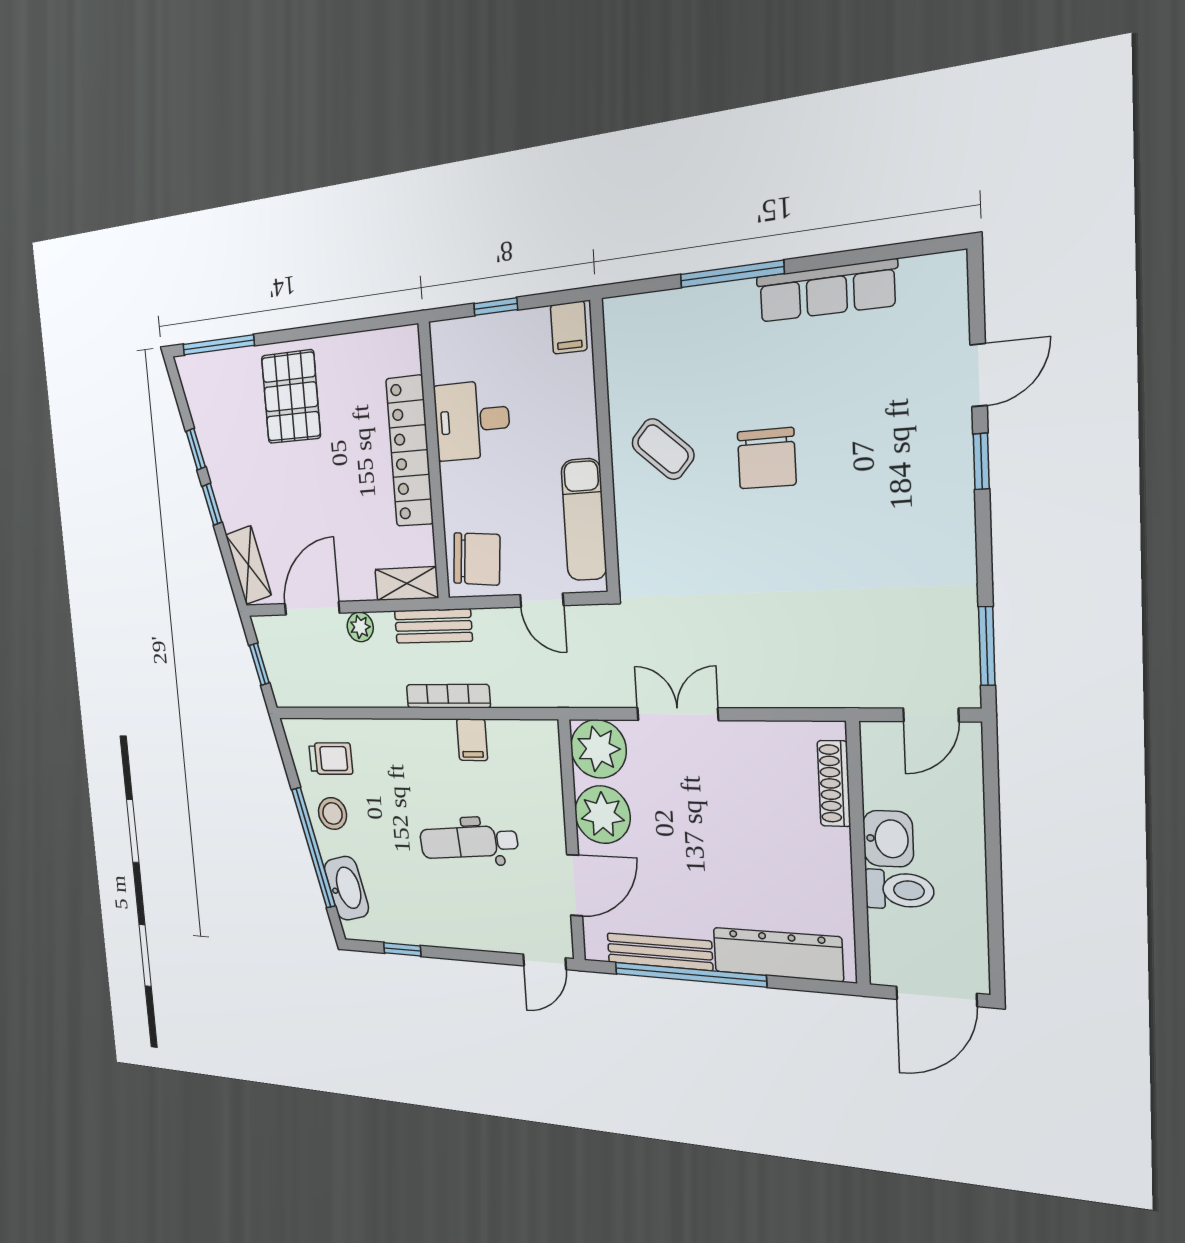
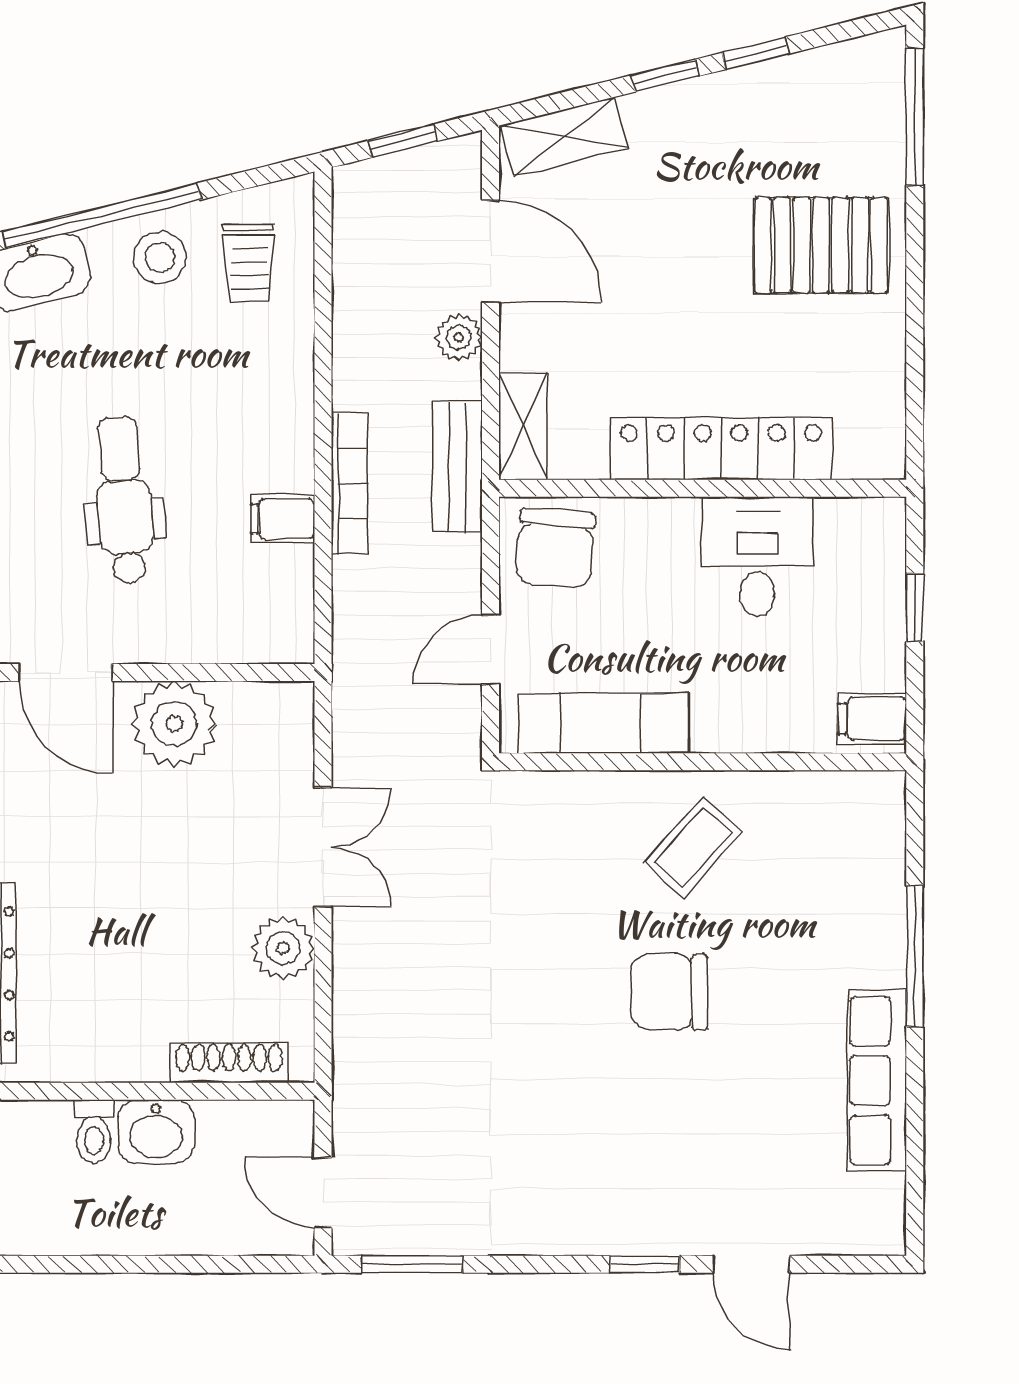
plant: (598, 749) -> (283, 948), moved, width x0.73, depth x0.73
toilet: (899, 890) -> (94, 1132), width x0.73, depth x0.72

